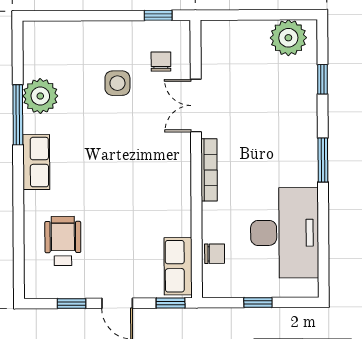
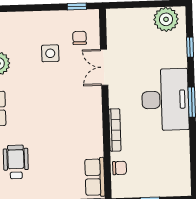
bookcase: (209, 170) -> (115, 130), moved
desk: (285, 233) -> (165, 100), moved

